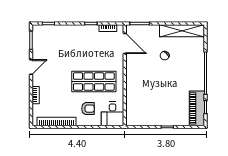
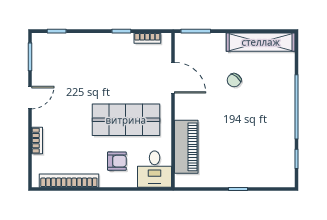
door: (125, 43) -> (173, 78), moved
piano: (197, 108) -> (186, 147), moved, turned 180

